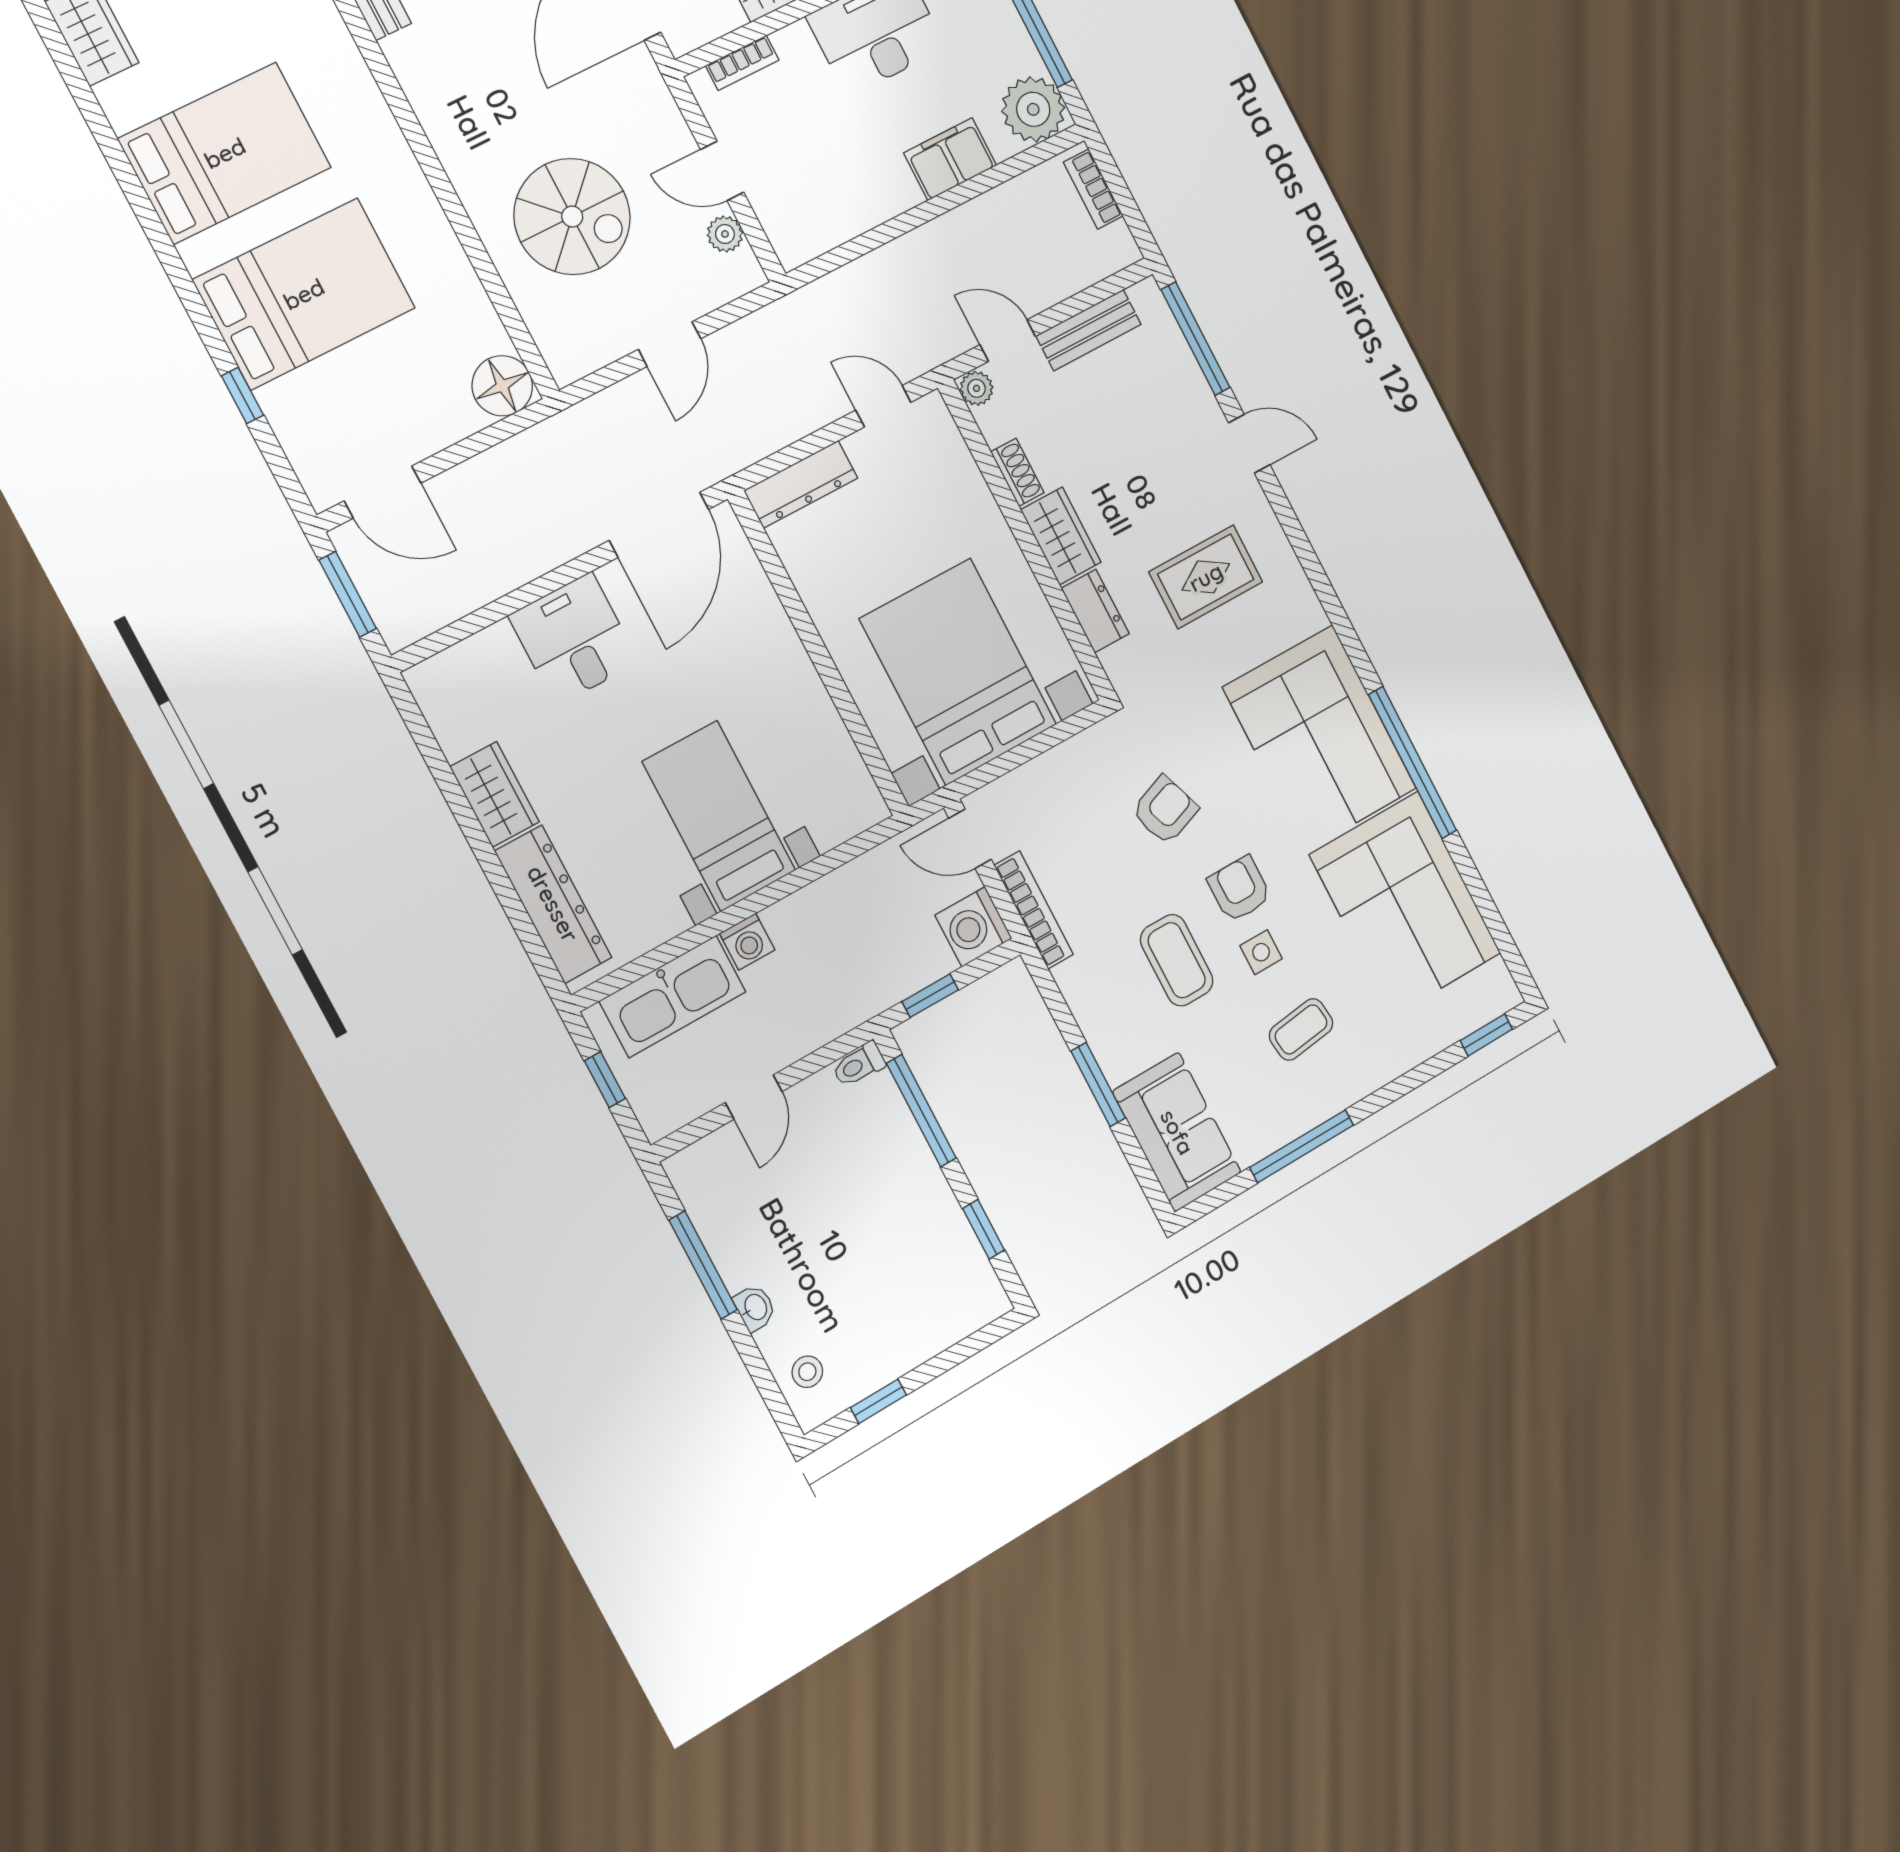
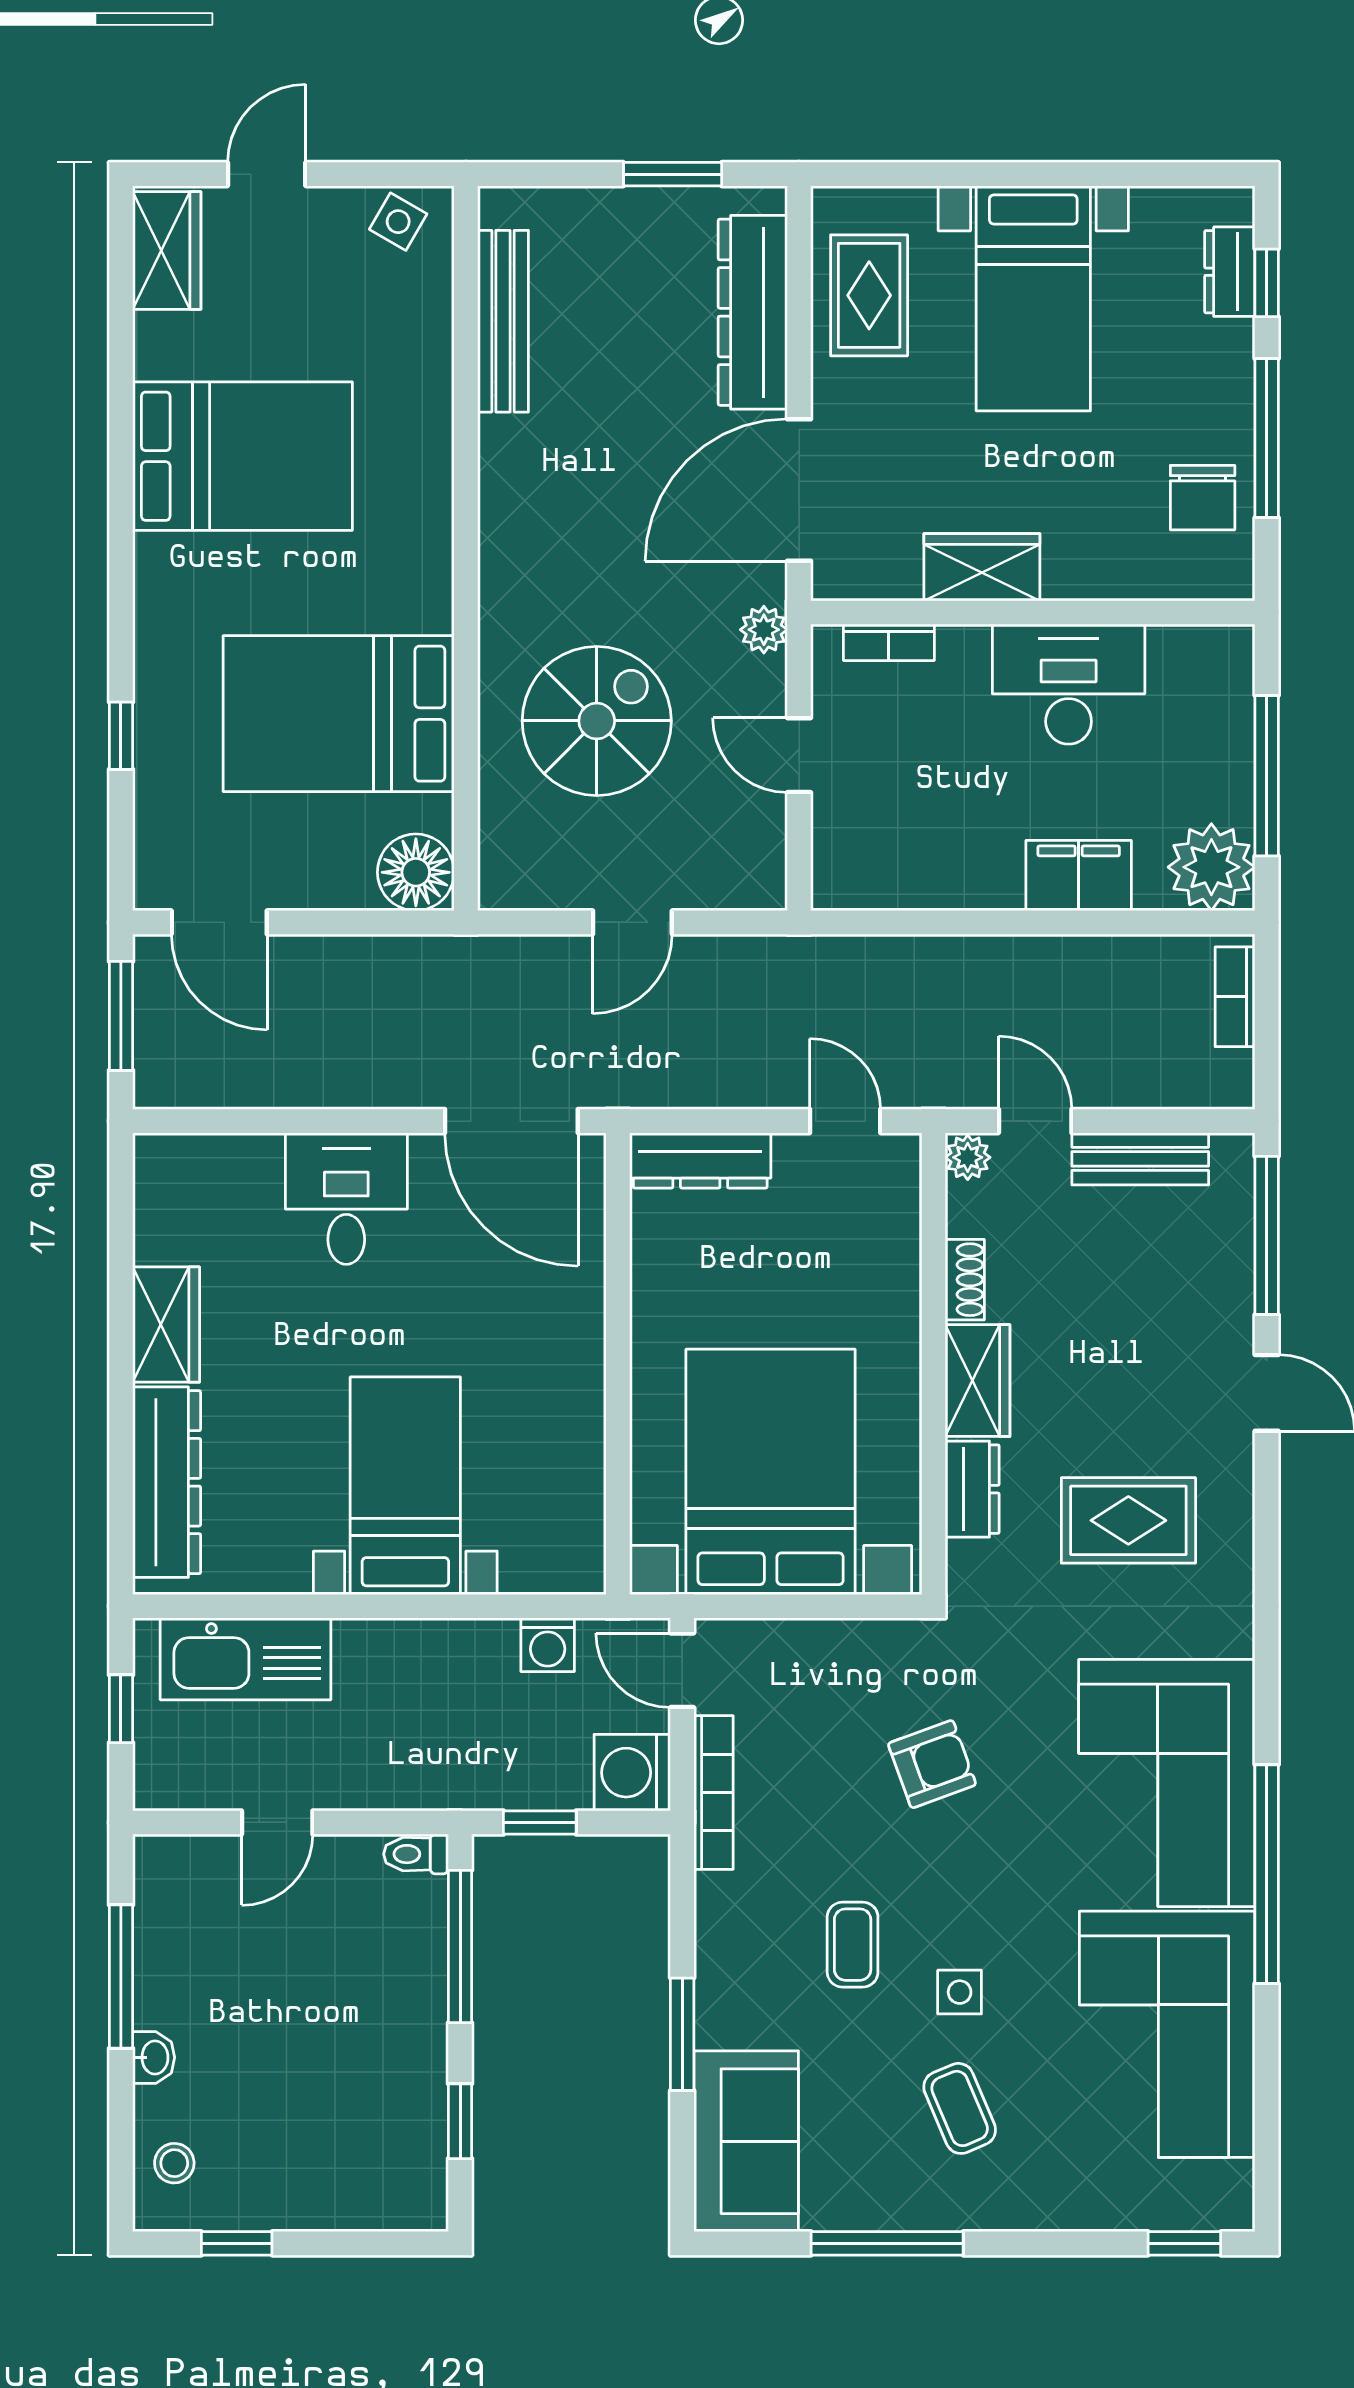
spiral stairs: (572, 217) -> (597, 721), turned -90
plant: (725, 234) -> (764, 630), moved
bed: (304, 294) -> (339, 714), moved, turned 180
door: (659, 525) -> (511, 1121), hinge flipped
armchair: (1239, 889) -> (973, 1905), removed
washing machine: (747, 942) -> (548, 1645), moved
coffee table: (1177, 960) -> (853, 1945), width x0.73, depth x0.77
coffee table: (1301, 1029) -> (960, 2108), turned 74

